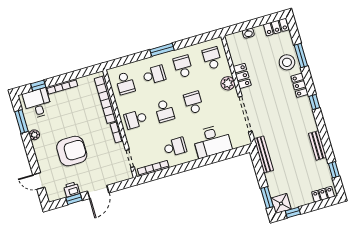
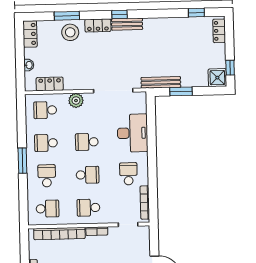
locker: (242, 76) -> (50, 84), moved
school desk: (136, 119) -> (88, 208), turned 90
bench: (317, 145) -> (127, 24), moved
window: (267, 198) -> (181, 91), moved

